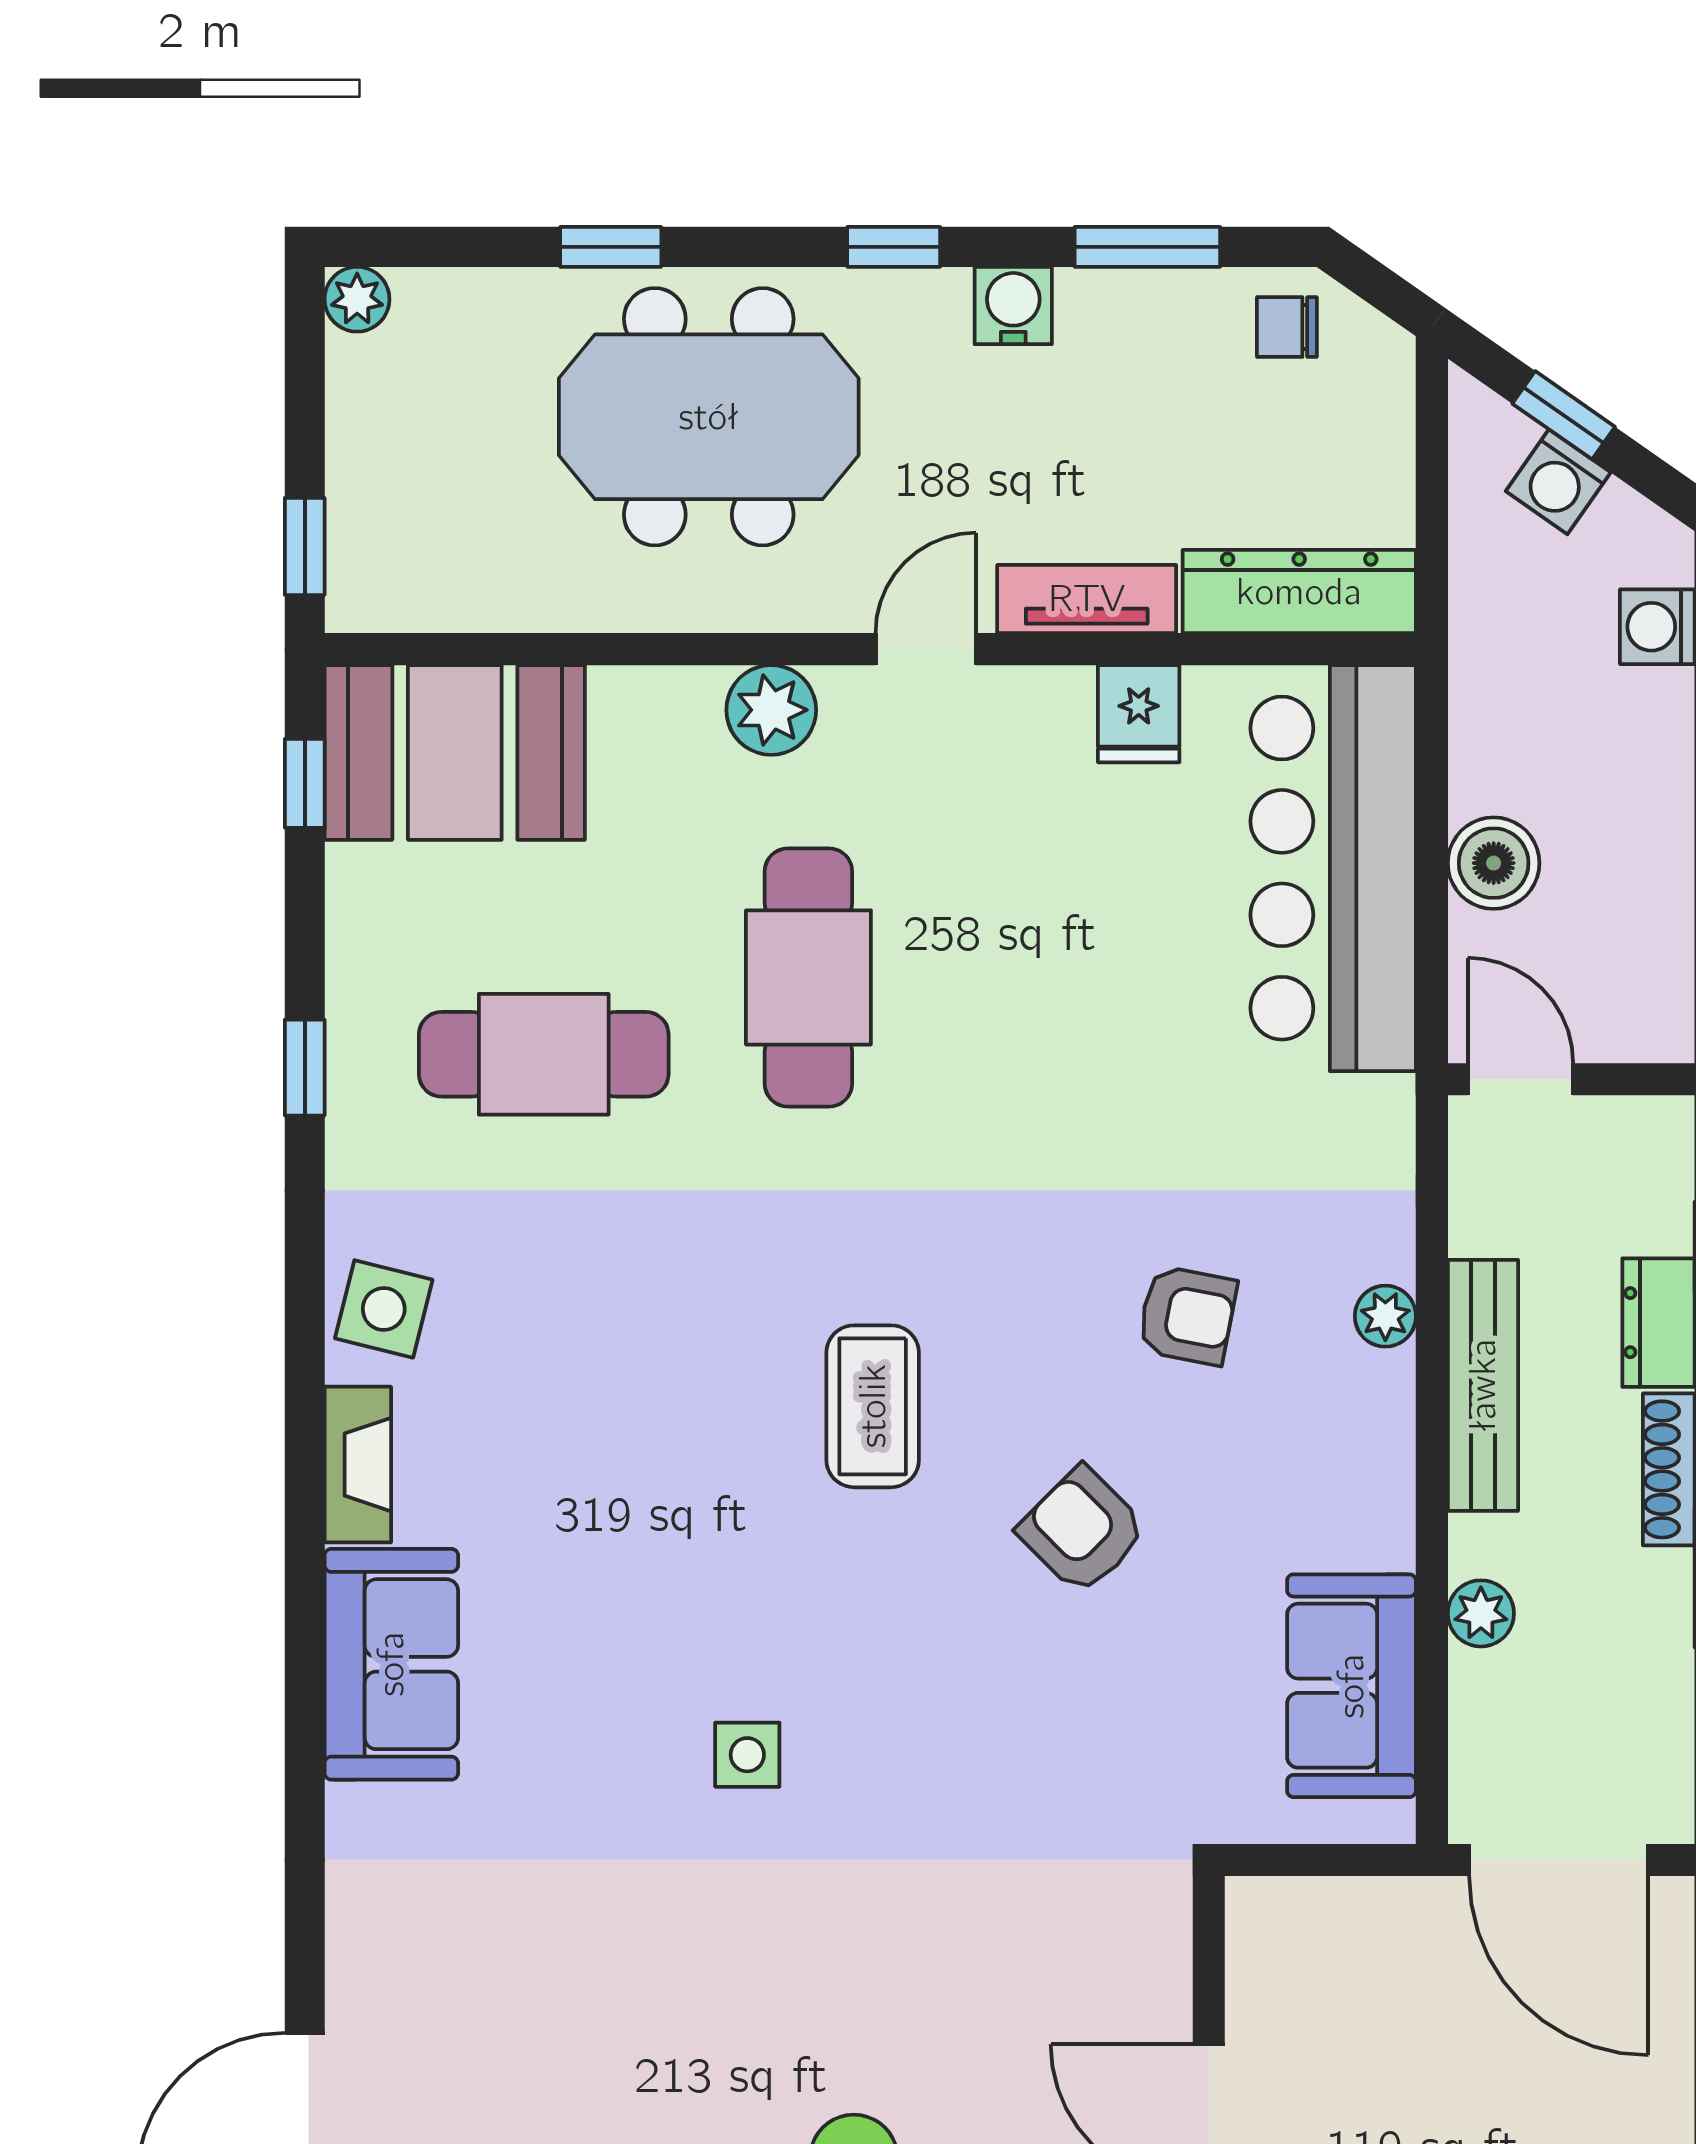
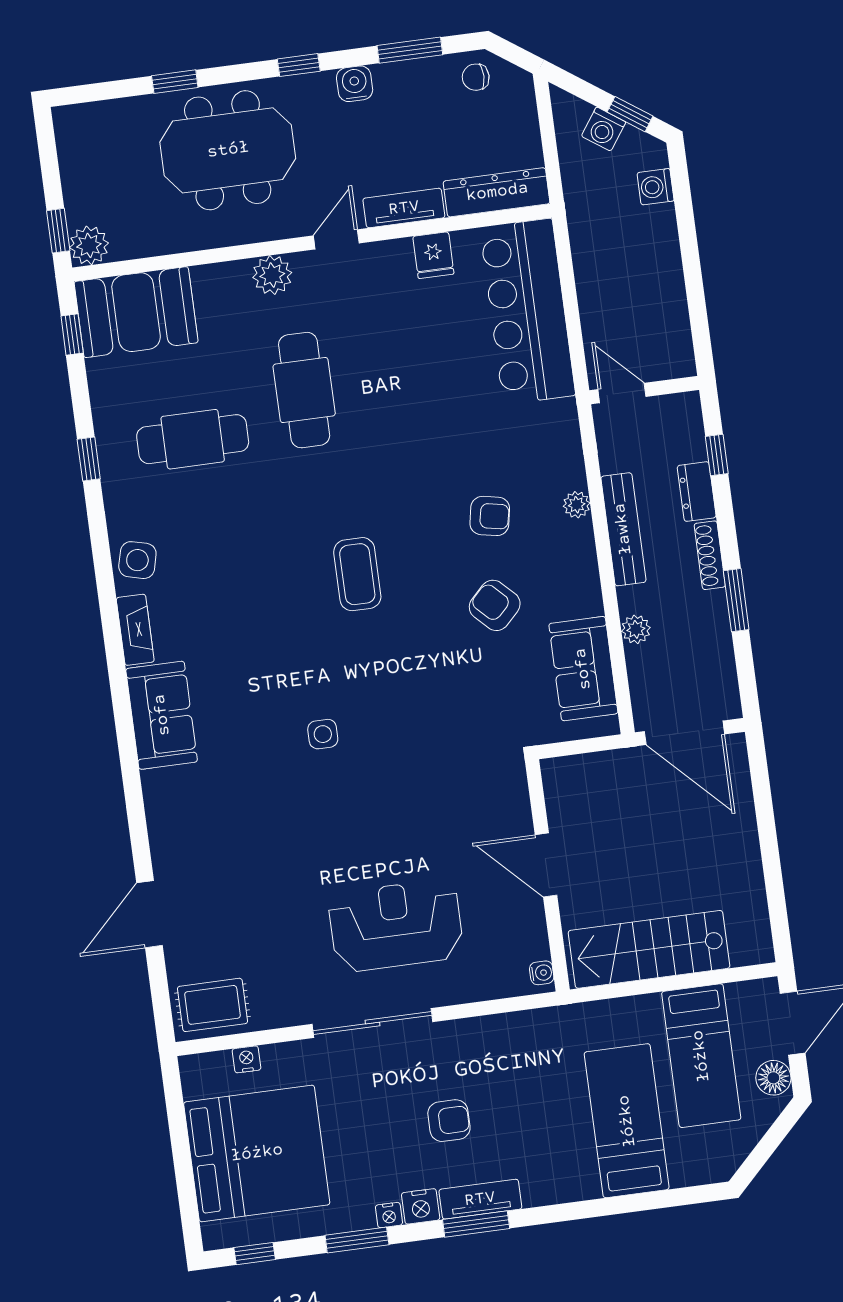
plant: (357, 299) -> (89, 245), moved, width x1.38, depth x1.38
window: (1564, 415) -> (630, 114), moved
boiler: (1494, 863) -> (598, 300), removed
armchair: (1082, 1530) -> (495, 605), moved

